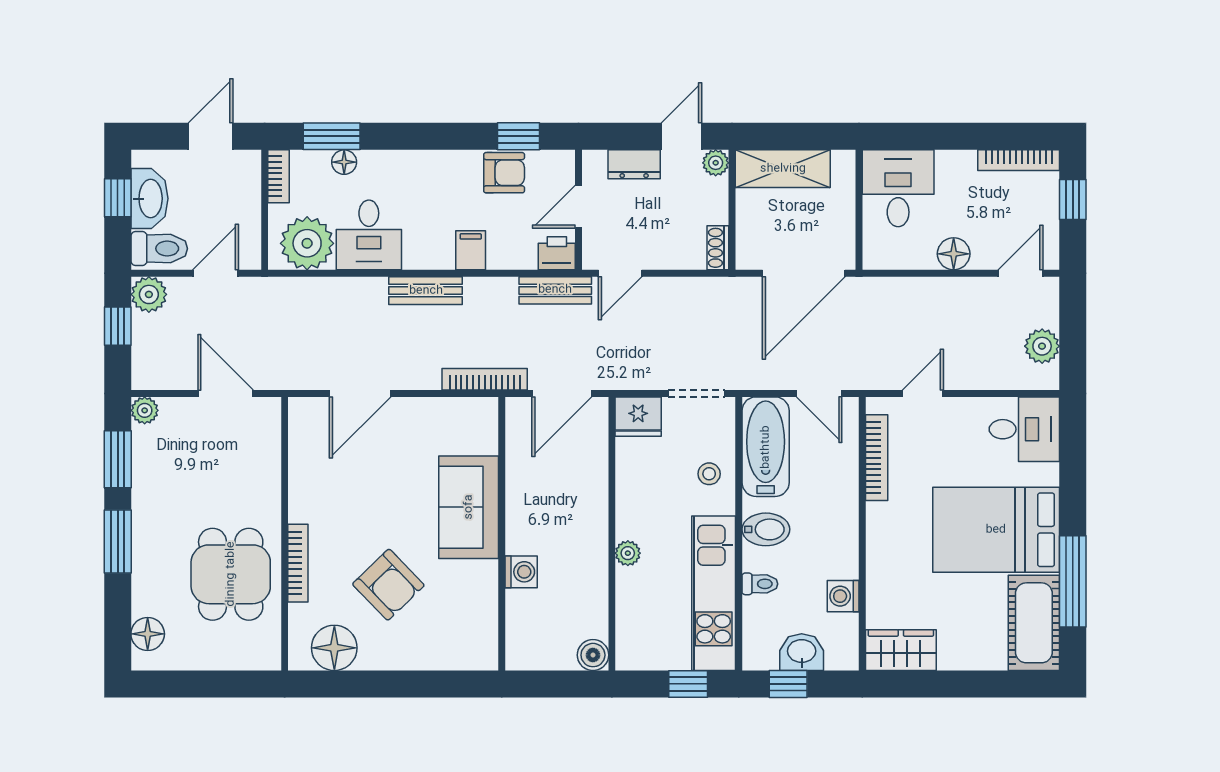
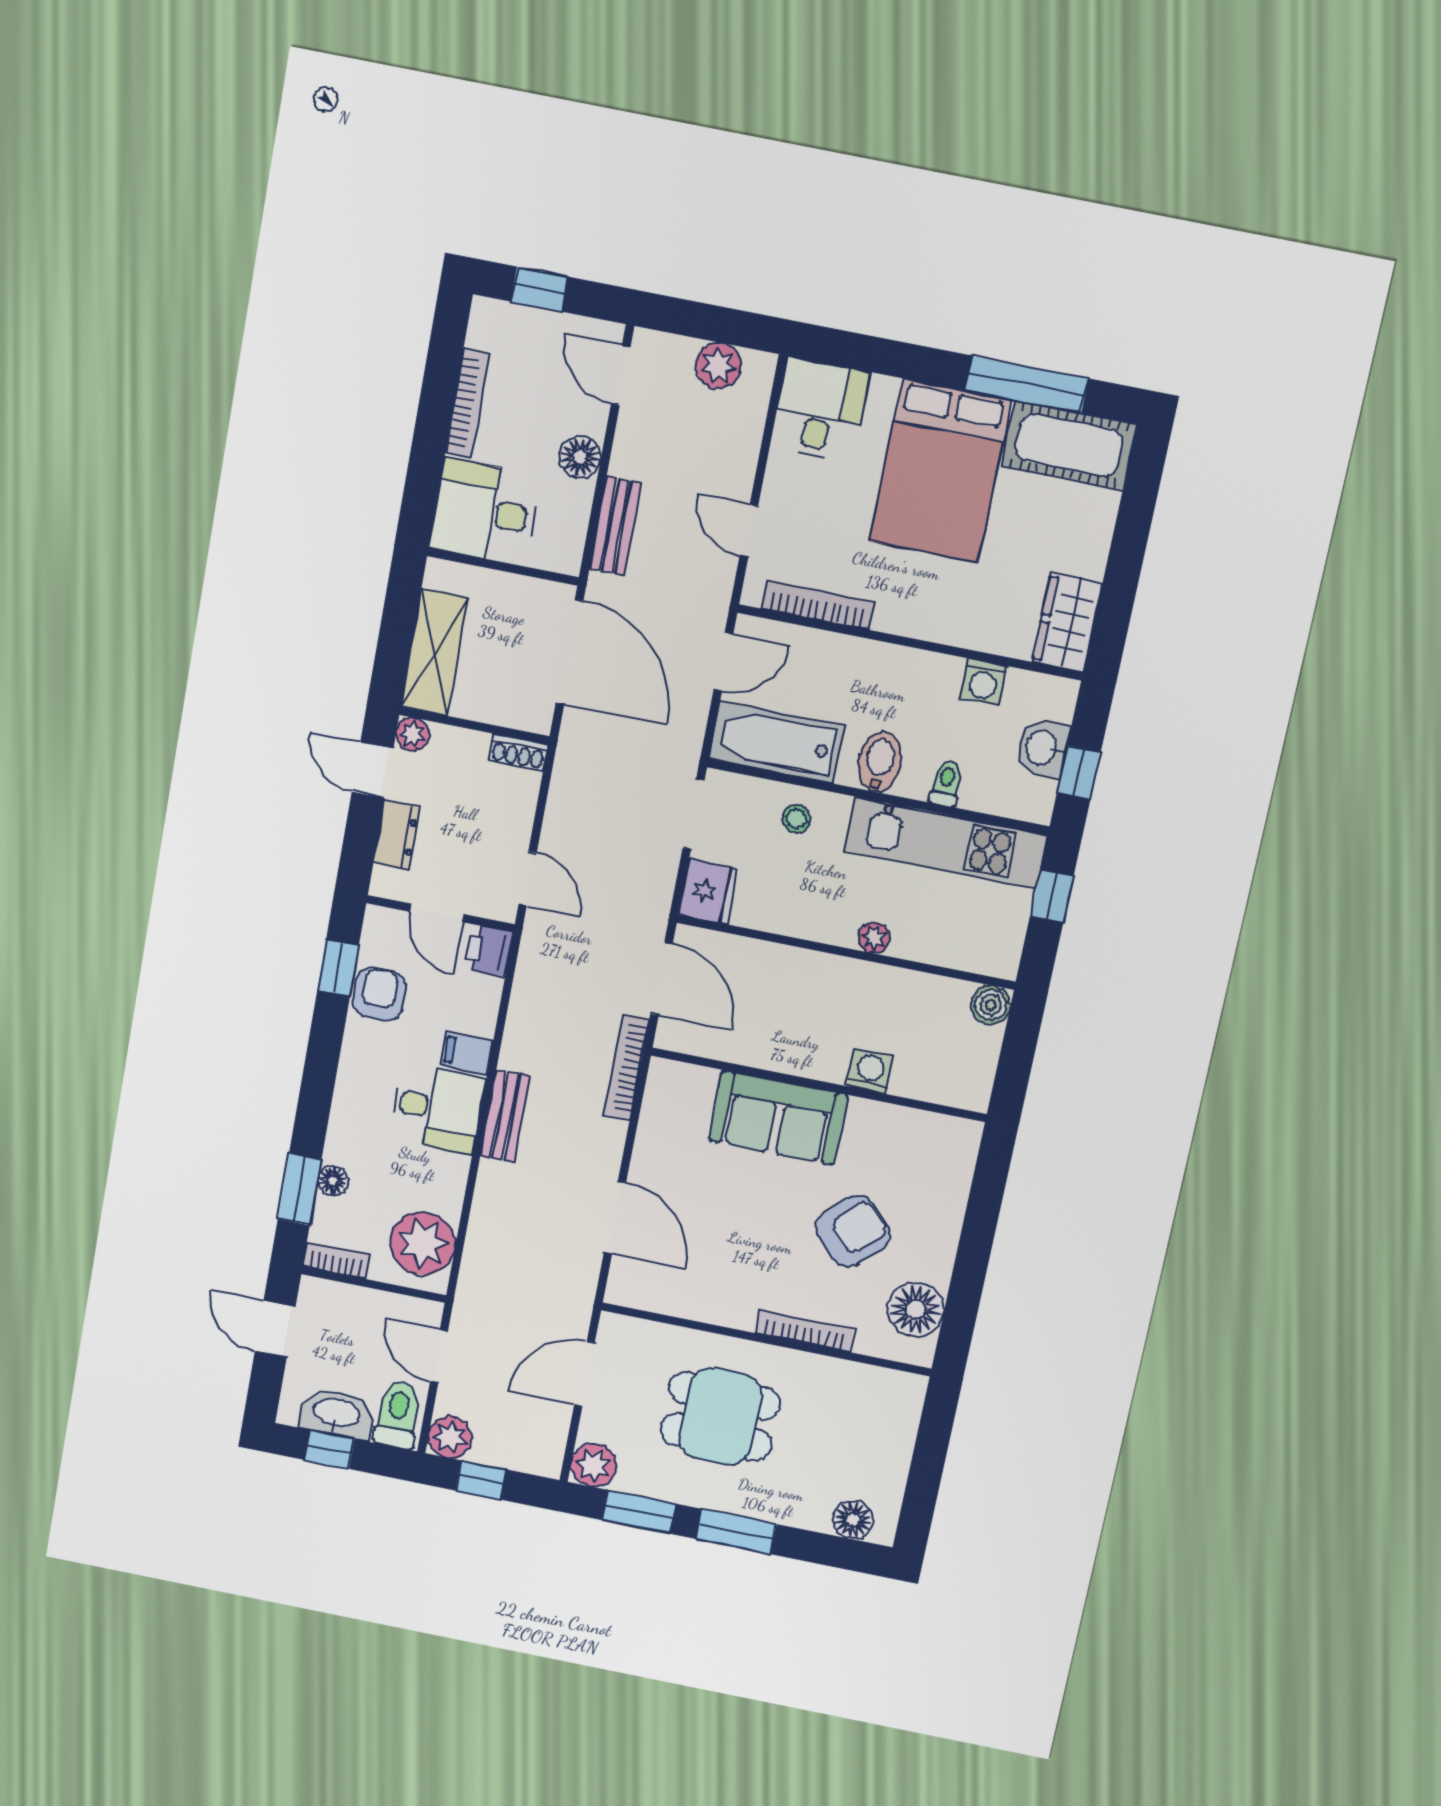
bookcase: (1019, 160) -> (467, 403), moved
desk: (369, 235) -> (437, 1108), moved
bench: (555, 290) -> (615, 526), moved
plant: (145, 410) -> (594, 1465), width x1.38, depth x1.38
dining table: (231, 574) -> (720, 1416), moved

